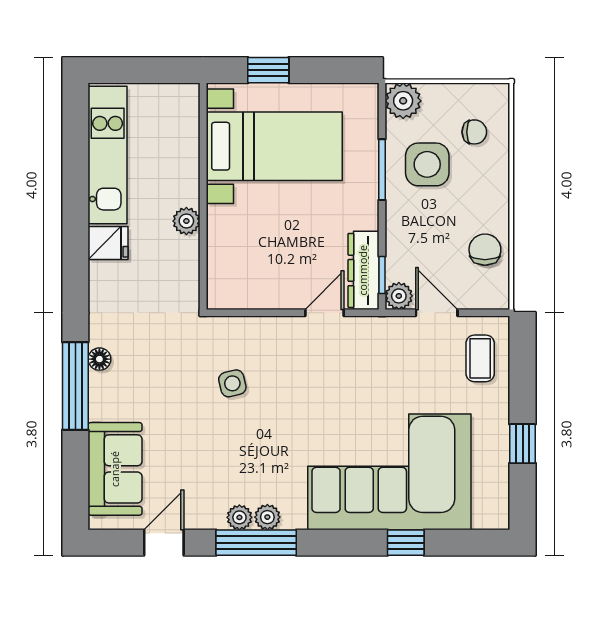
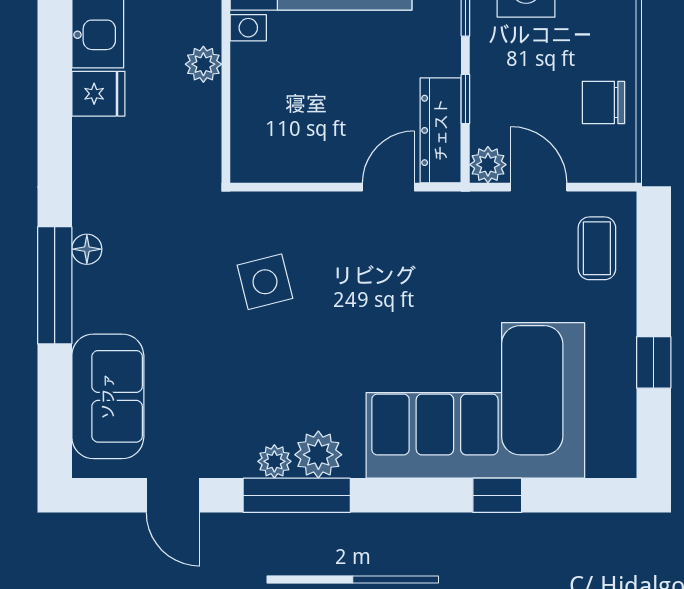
chair: (485, 250) -> (603, 102), turned -90
window: (382, 275) -> (465, 99), moved
side table: (232, 383) -> (265, 282), width x1.37, depth x1.37
plant: (267, 517) -> (318, 455), width x1.38, depth x1.38
door: (164, 543) -> (173, 495), swing flipped

